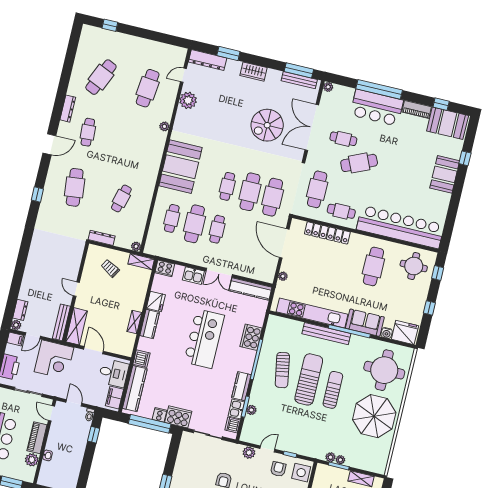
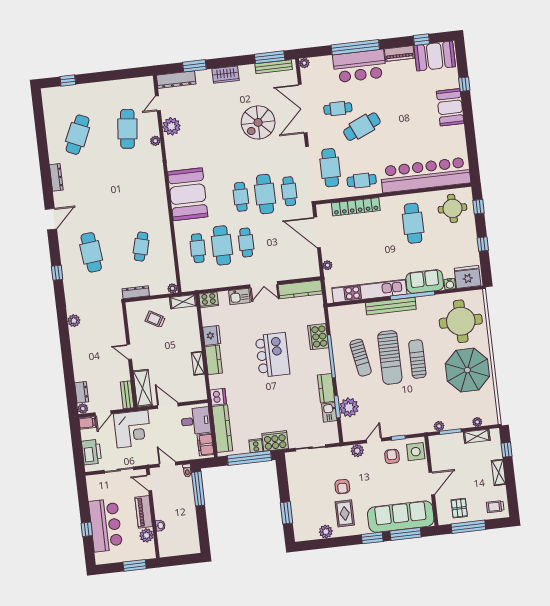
plant: (164, 126) -> (155, 141), moved
cafe table: (88, 132) -> (84, 193), removed
cafe table: (273, 197) -> (289, 191), width x0.73, depth x0.74
plant: (37, 243) -> (74, 321), added
bench: (61, 322) -> (127, 395), width x0.73
kitchen island: (204, 339) -> (272, 355), width x0.73
sun lounger: (309, 379) -> (390, 357), turned 180
plant: (251, 410) -> (349, 407), width x1.87, depth x1.87
dishwasher: (233, 425) -> (331, 430), removed
window: (94, 435) -> (198, 489), width x2.17
plant: (340, 460) -> (477, 422), moved

